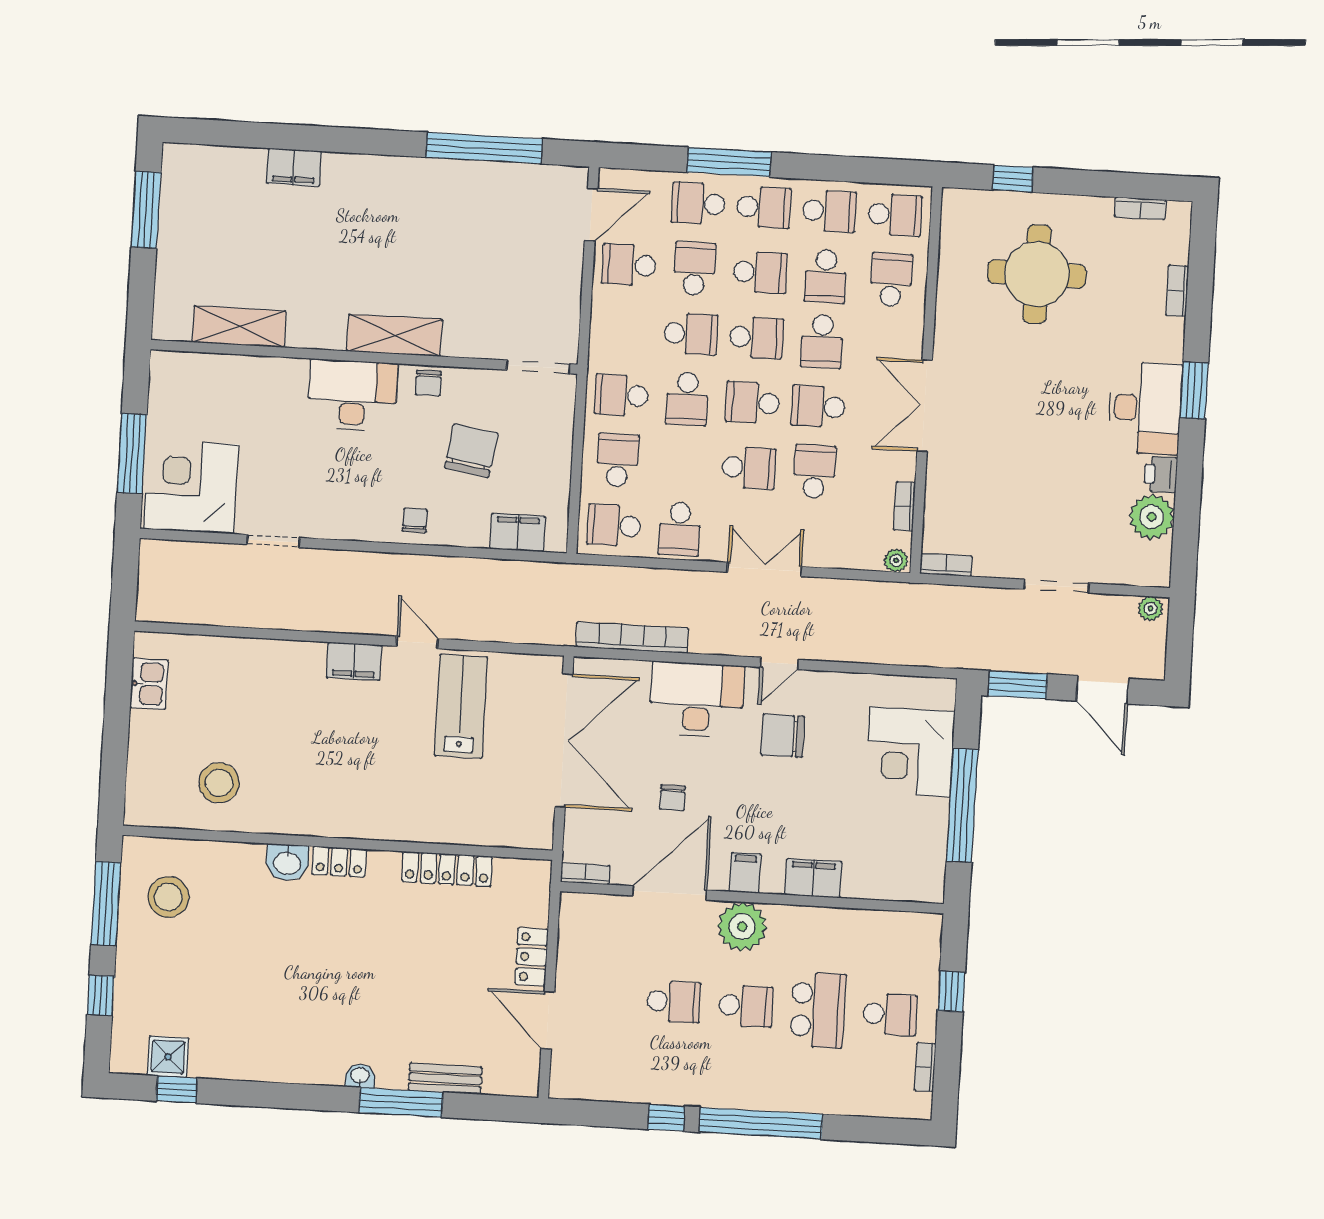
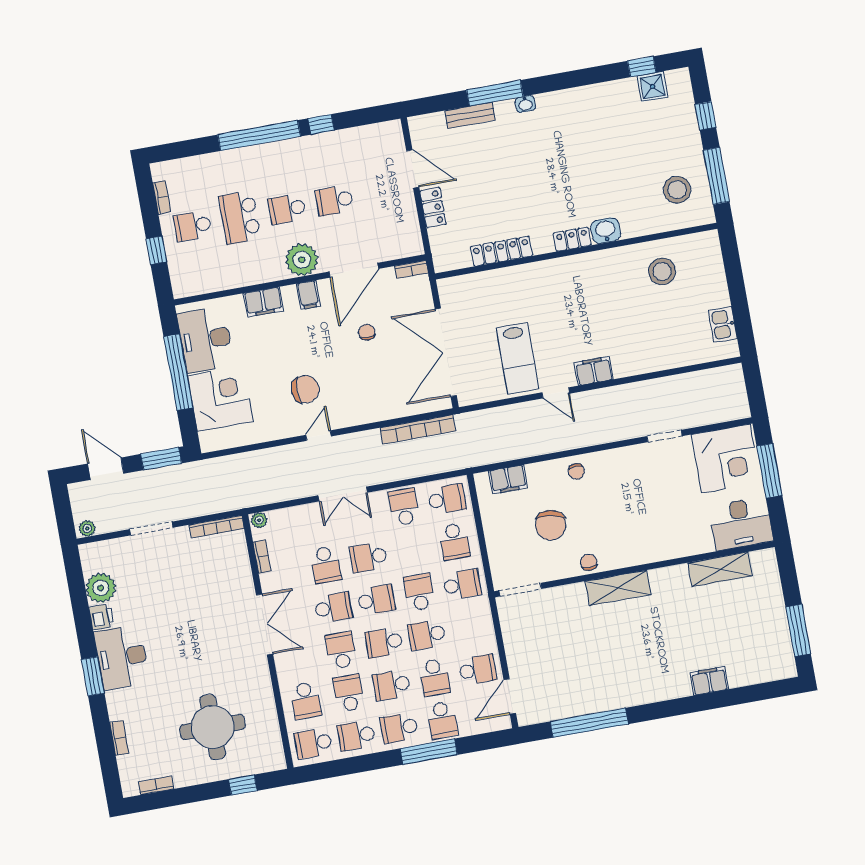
school desk: (698, 204) -> (442, 720), turned 90
desk: (353, 395) -> (741, 524), moved
bookcase: (946, 565) -> (217, 527), width x1.56
desk: (697, 700) -> (205, 340), moved, turned 90

